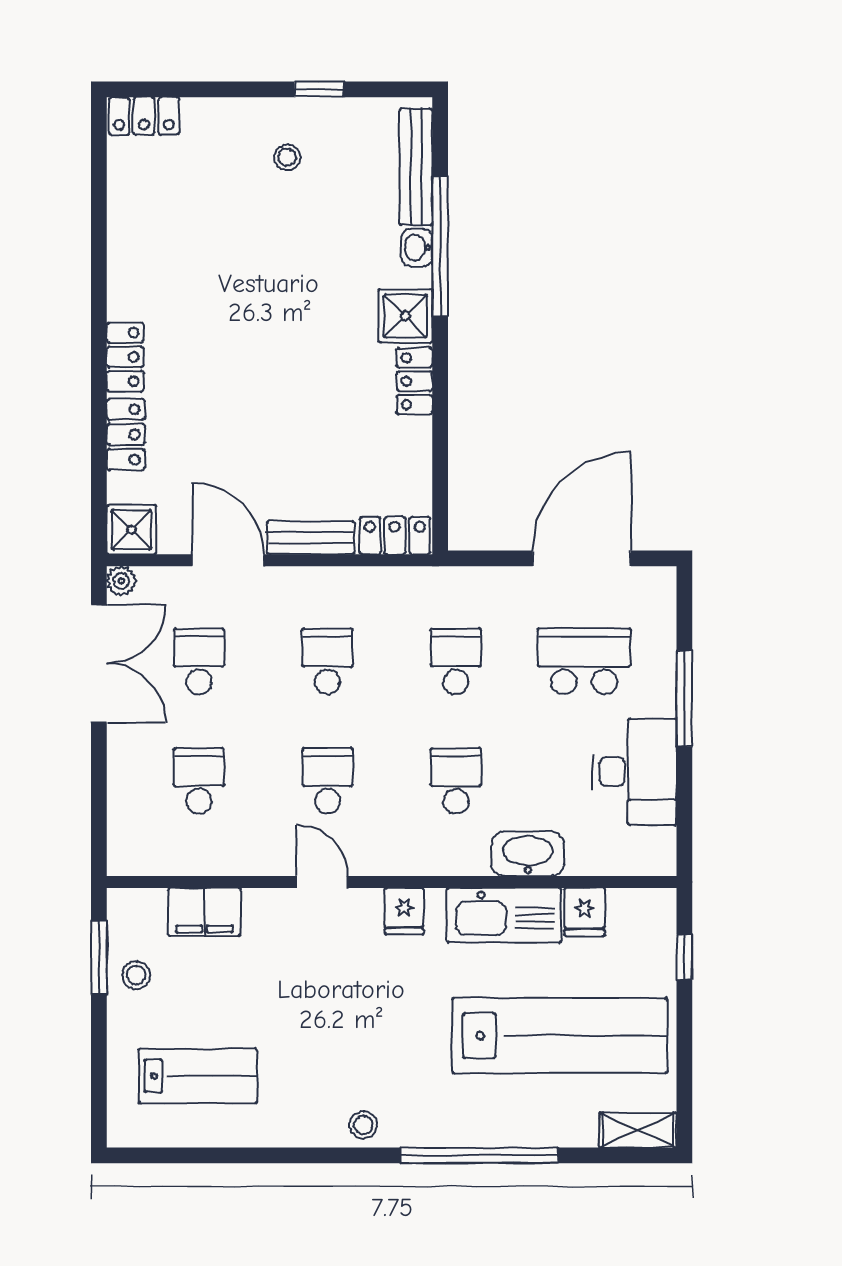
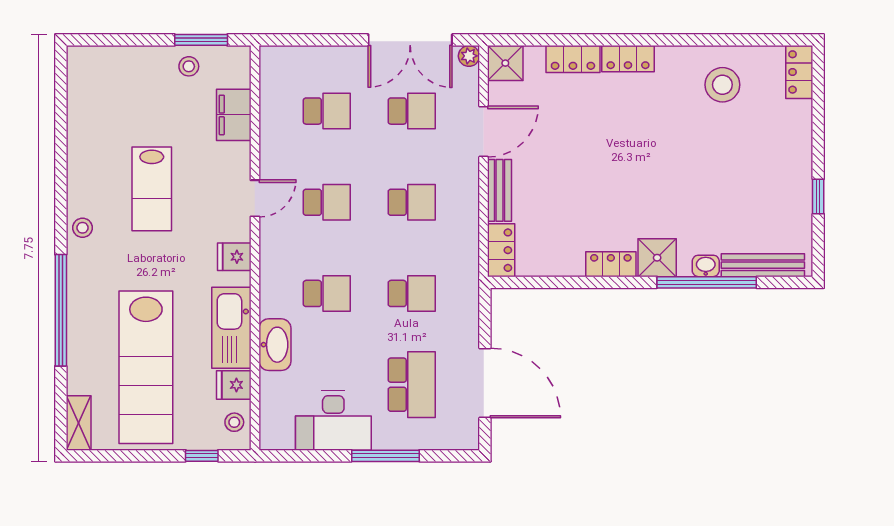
stool: (287, 157) -> (722, 85), moved, width x1.89, depth x1.89
stool: (637, 911) -> (234, 422), added
lab bench: (198, 1076) -> (152, 189), moved

